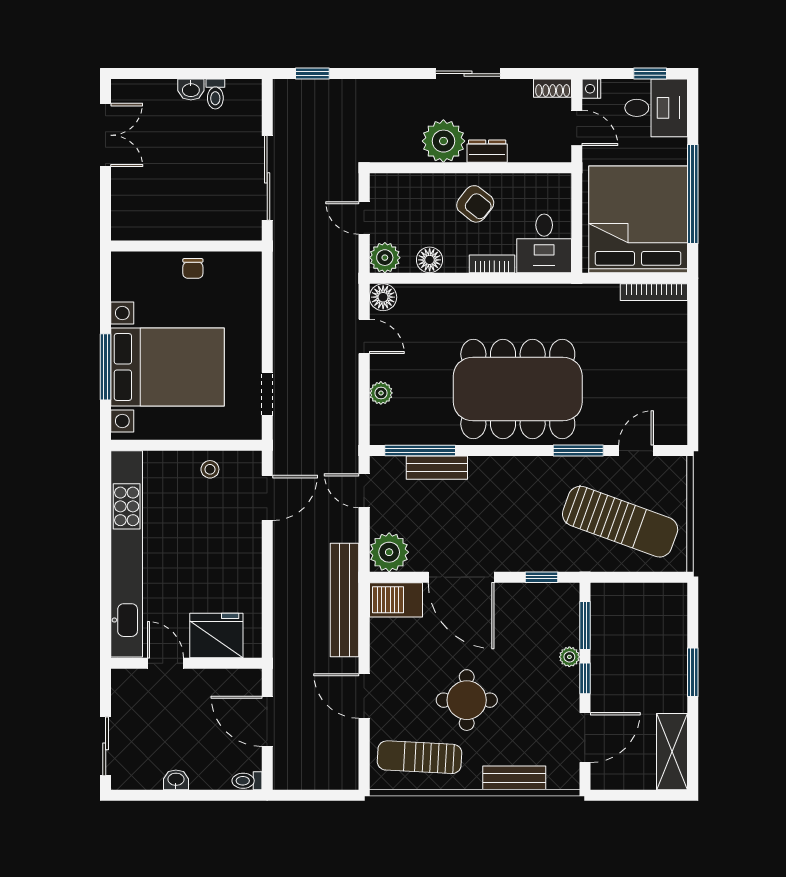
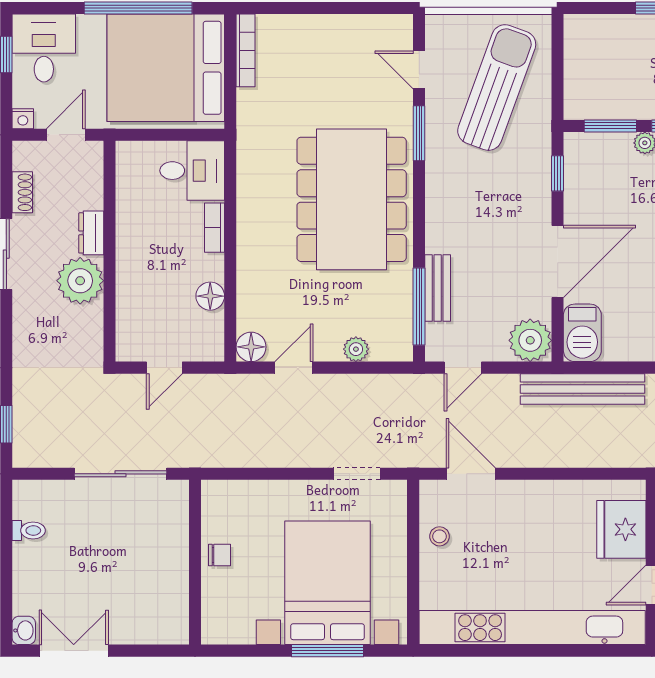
shoe rack: (553, 88) -> (22, 192), moved
washbasin: (191, 90) -> (24, 630), moved
armchair: (475, 204) -> (149, 246), removed
plant: (385, 258) -> (208, 345), removed

